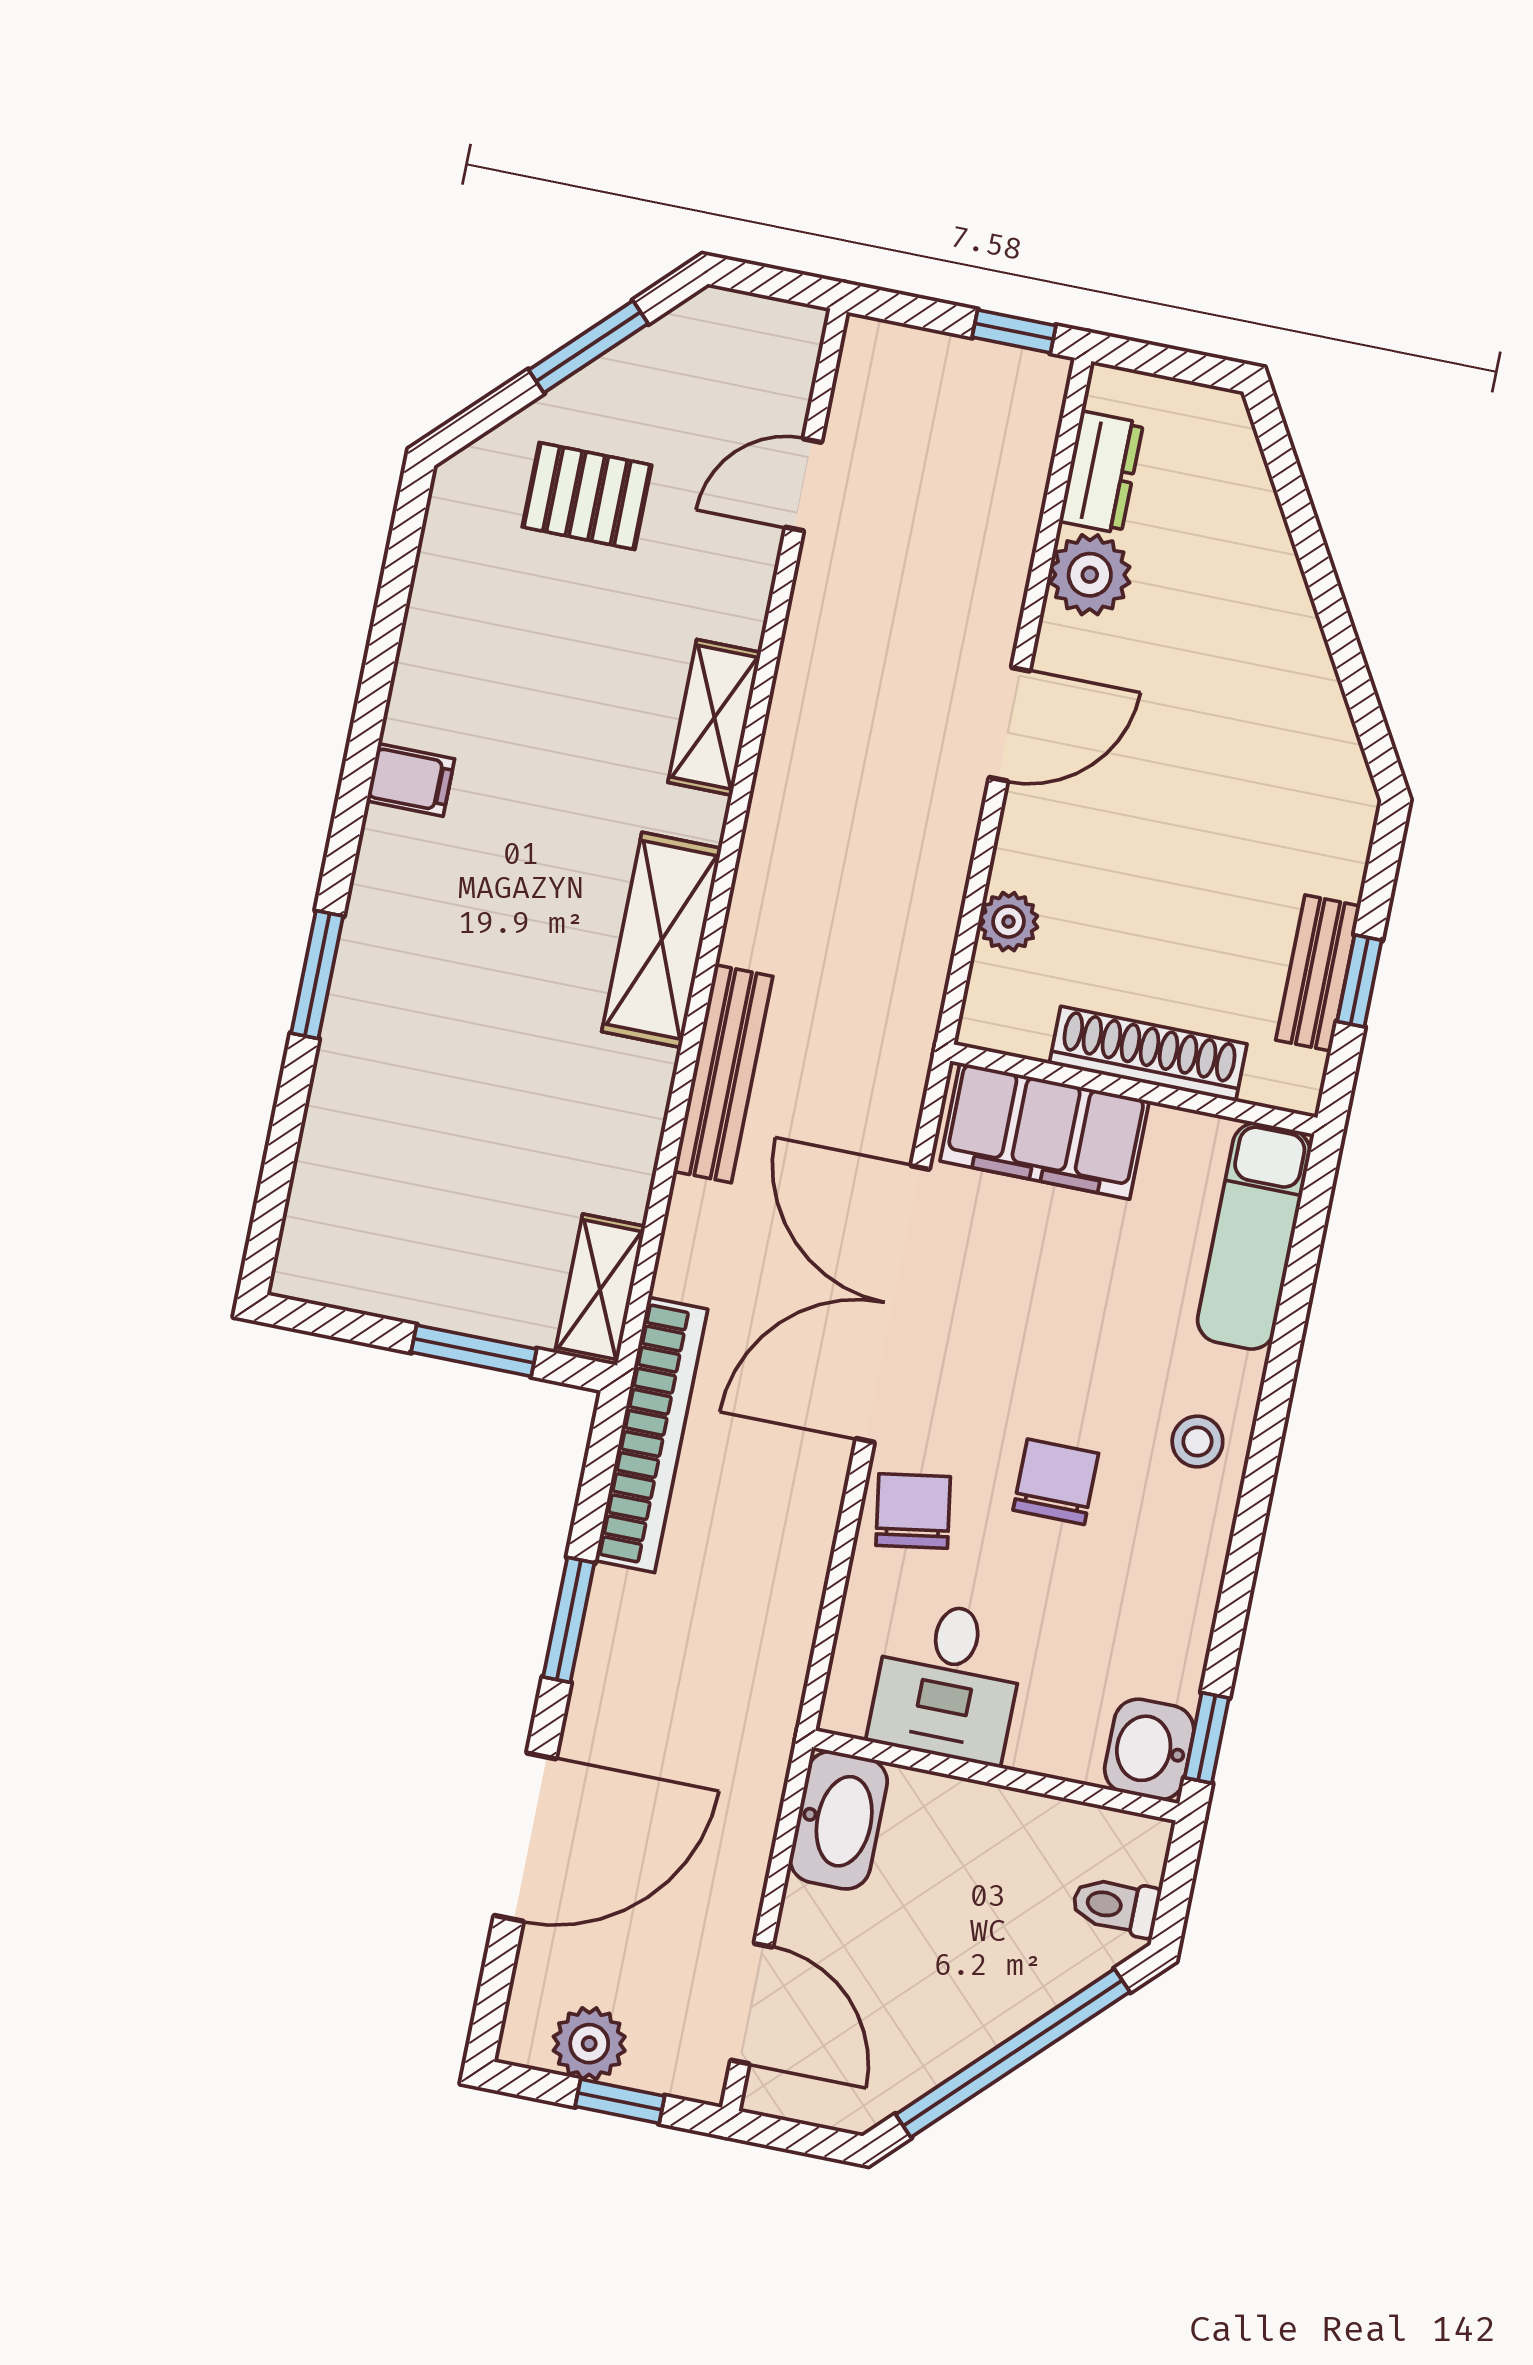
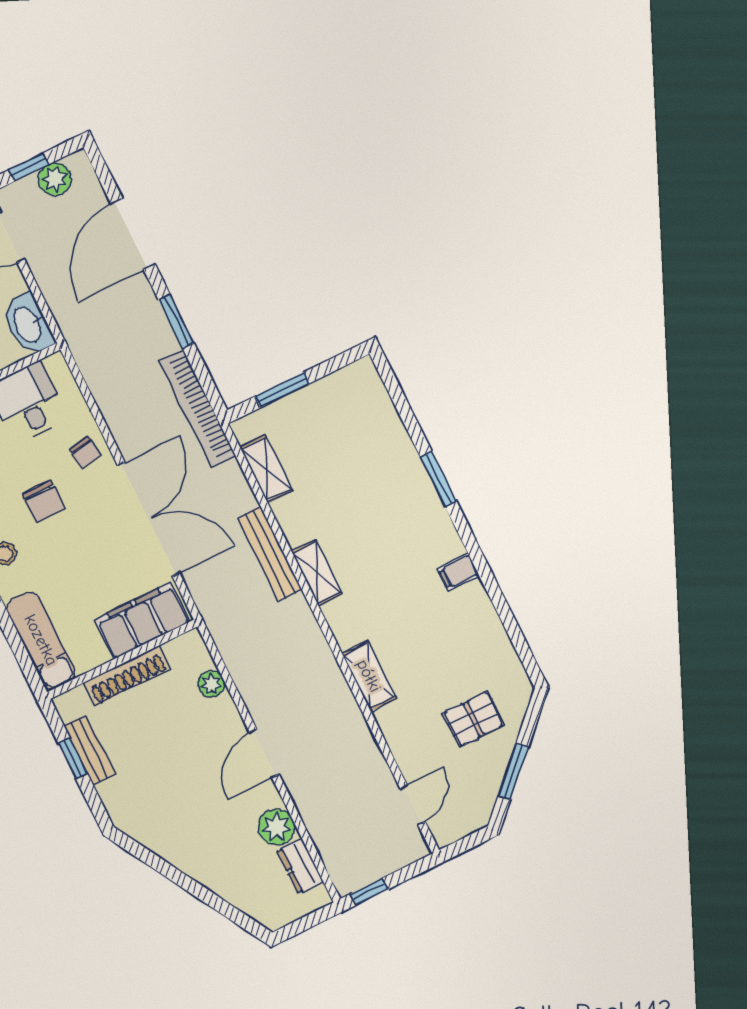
door: (803, 485) -> (413, 805), moved
shelving: (662, 940) -> (317, 573), width x0.67, depth x0.75
shelving: (600, 1290) -> (266, 469), moved
chair: (913, 1511) -> (85, 452), width x0.73, depth x0.73

